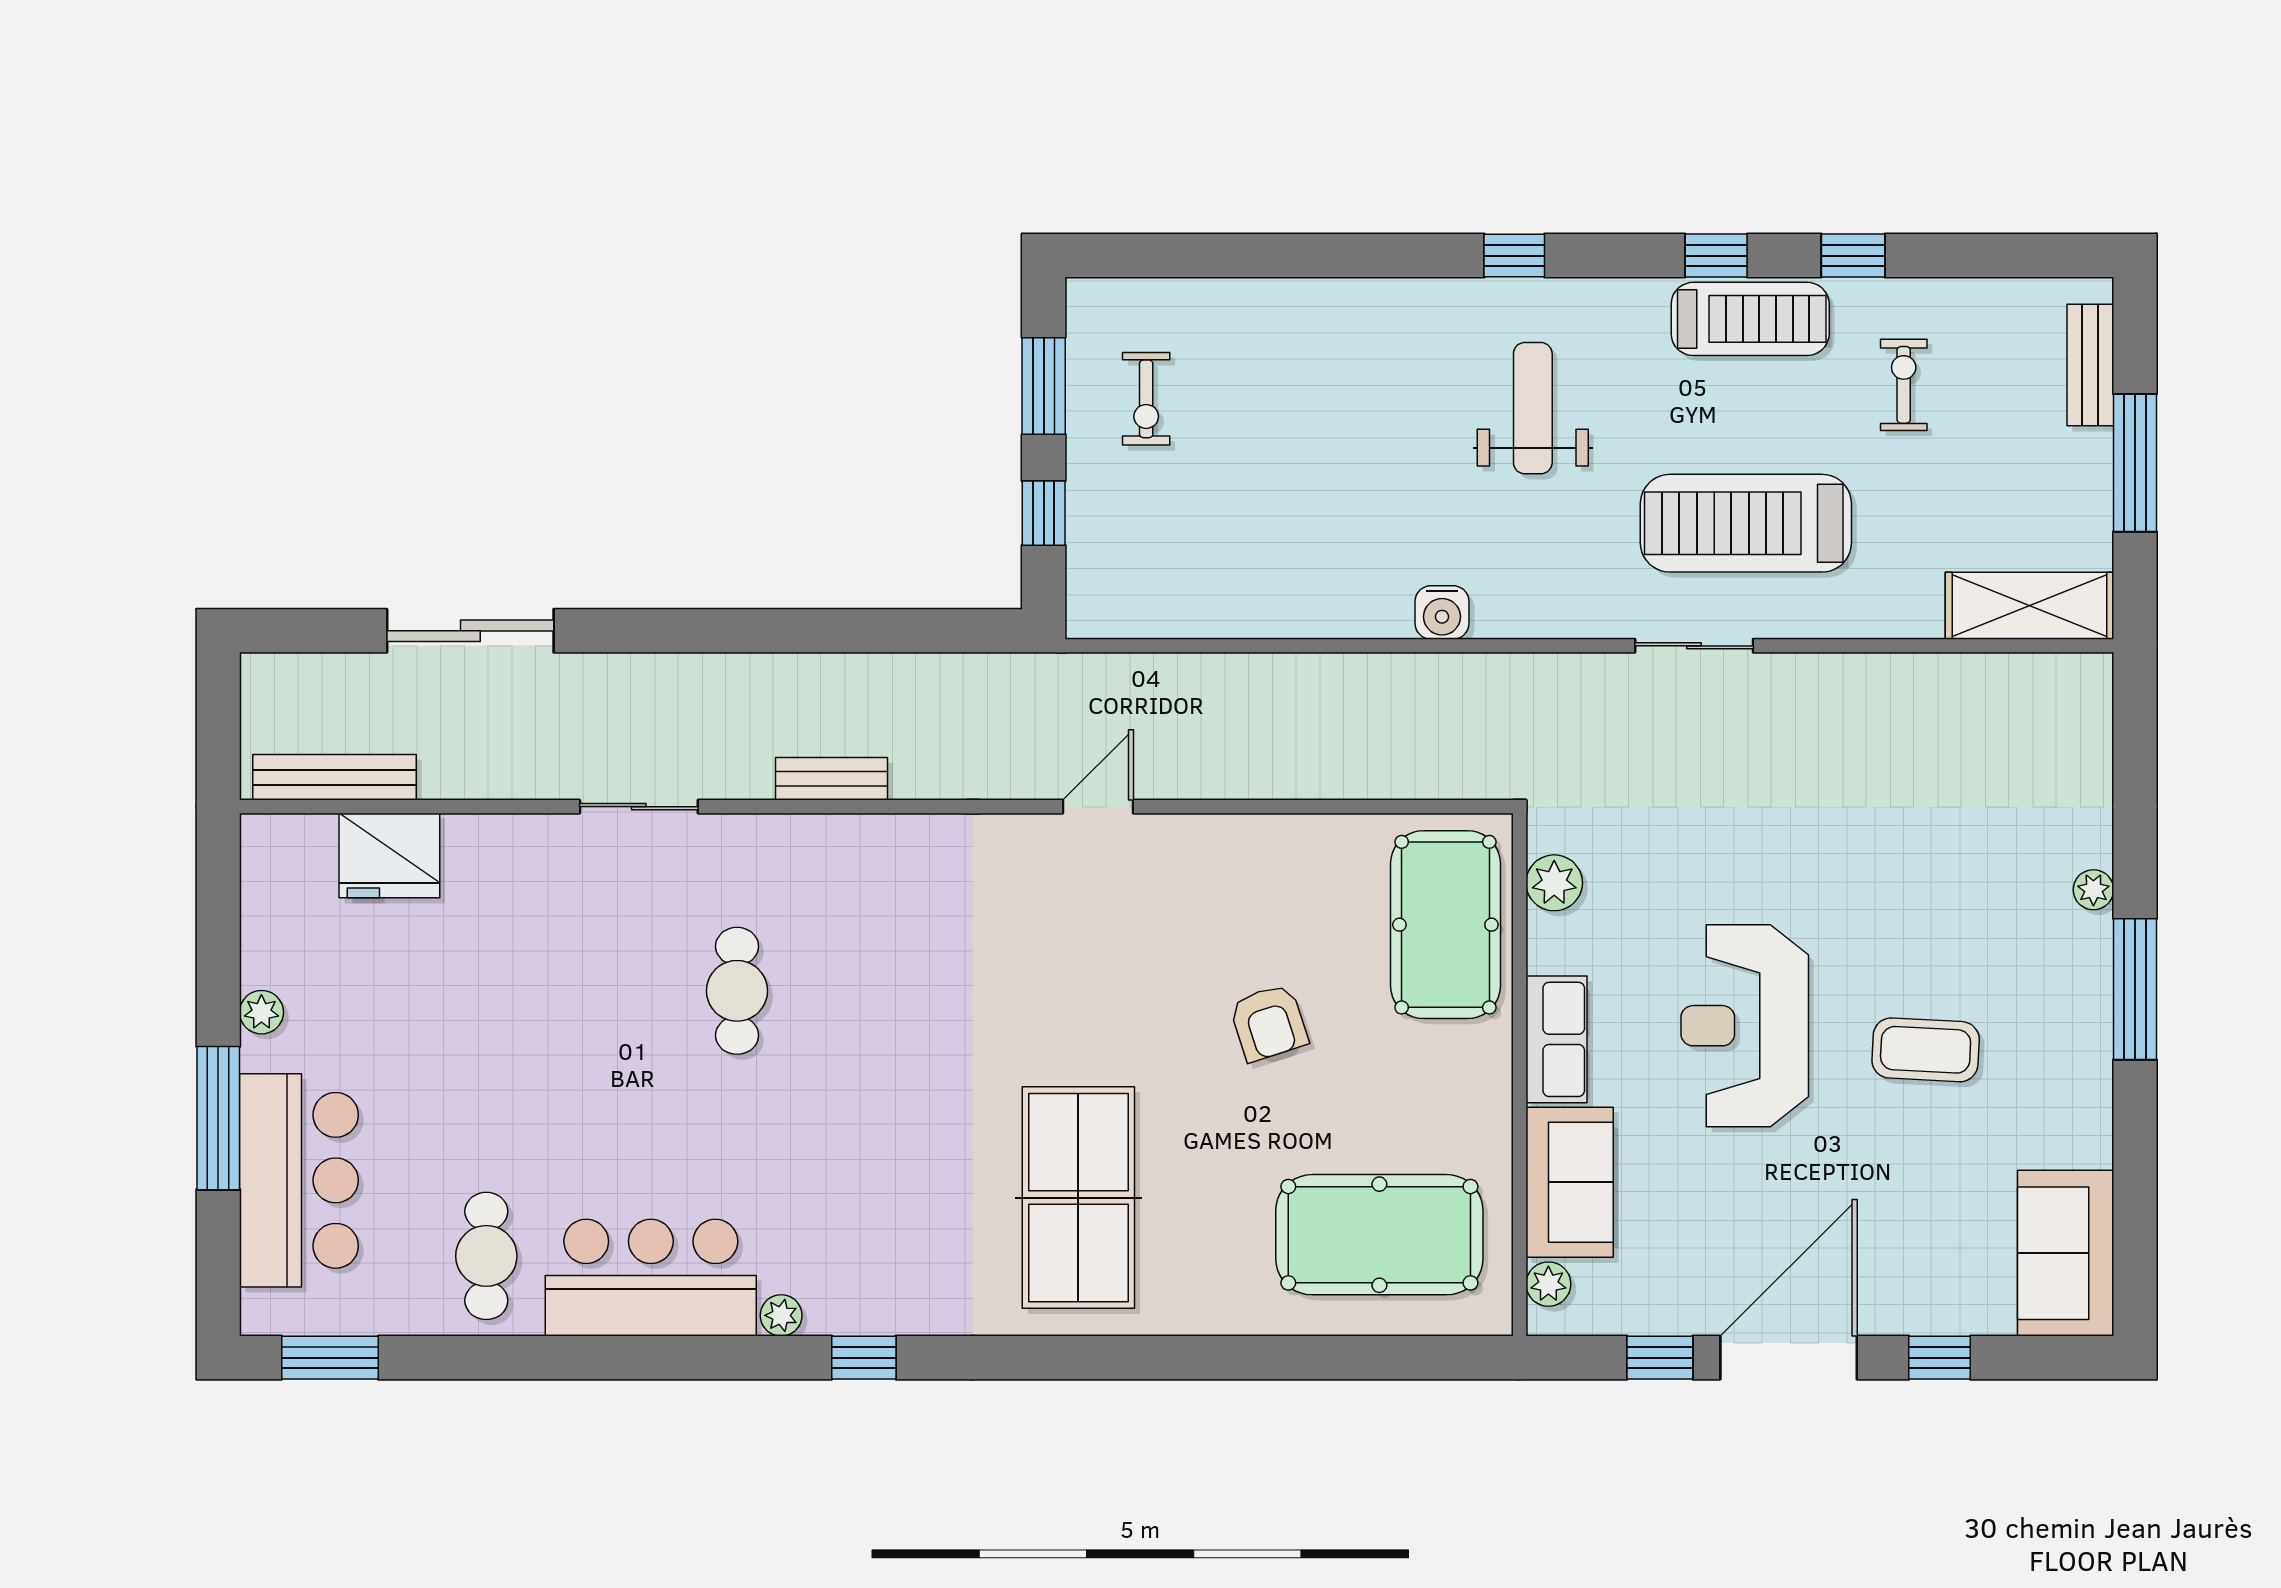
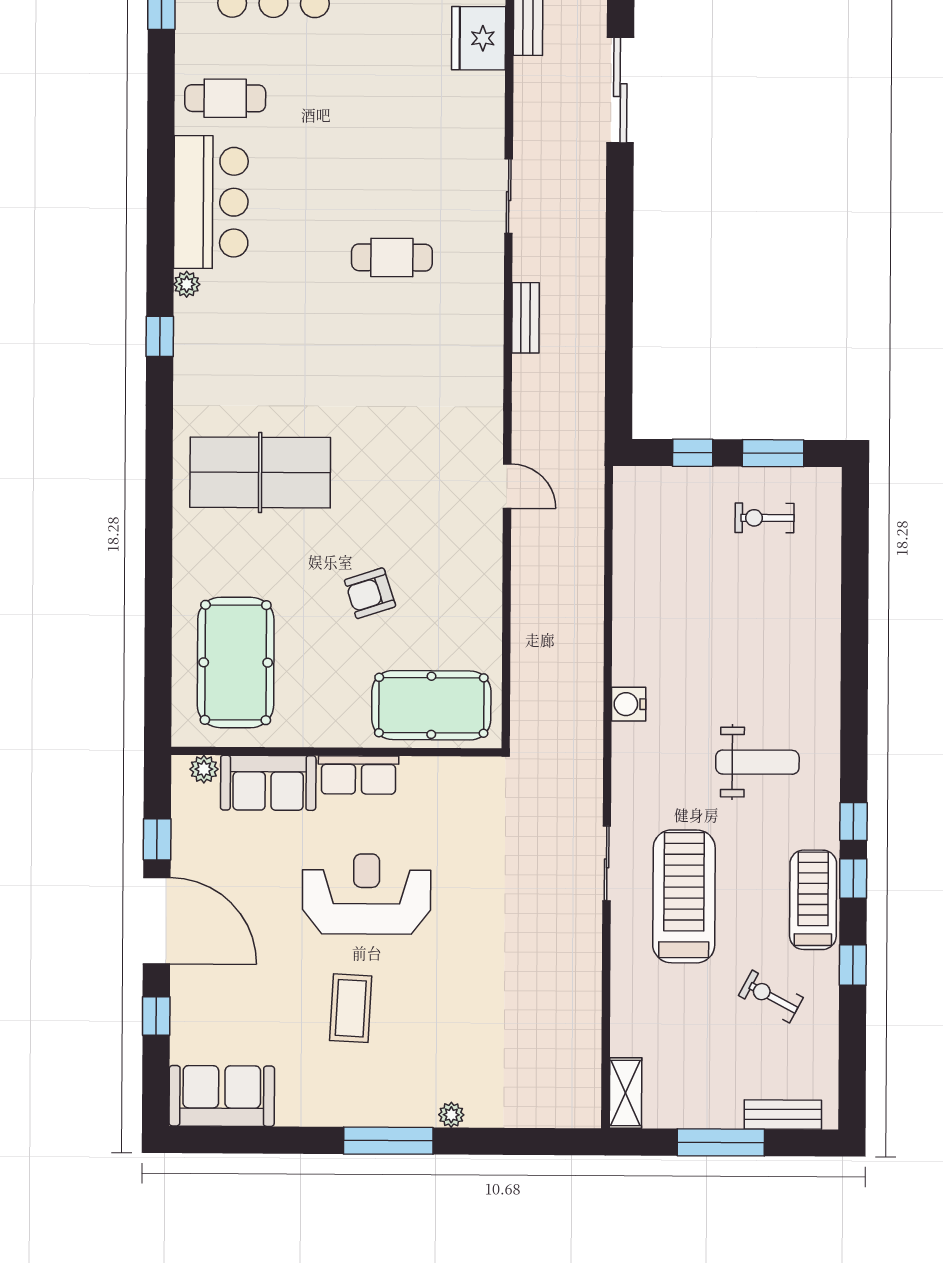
window: (1514, 256) -> (853, 822), moved
treadmill: (1750, 319) -> (813, 900), turned 180
exercise bike: (1904, 385) -> (771, 997), turned -152
shelving: (2030, 606) -> (626, 1093), width x0.67, depth x0.75
plant: (1554, 883) -> (457, 774), removed

